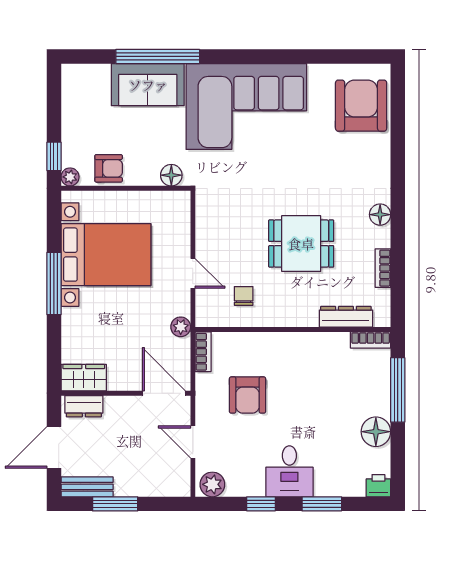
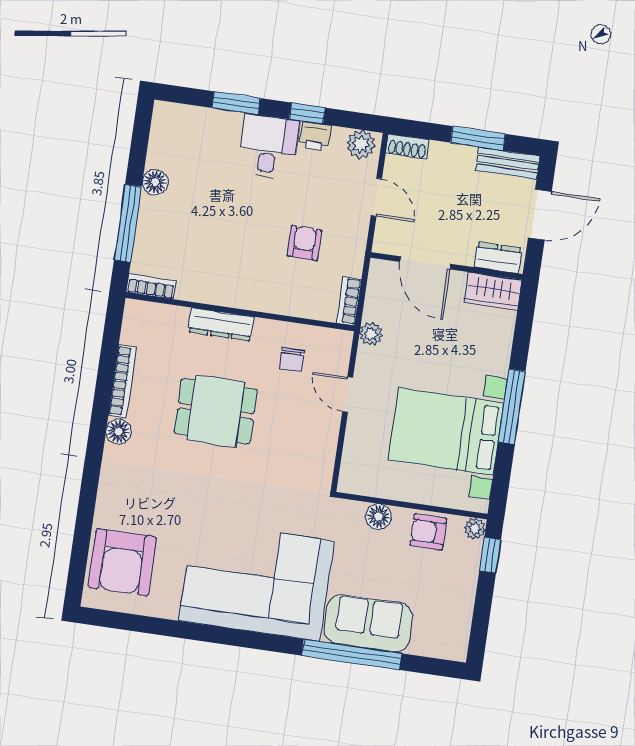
floor lamp: (171, 175) -> (379, 517), moved
bookcase: (383, 268) -> (122, 381), width x1.56
dresser: (346, 317) -> (221, 324), moved
door: (164, 393) -> (425, 263), moved
armchair: (247, 395) -> (304, 243), width x0.72, depth x0.72
floor lamp: (376, 432) -> (155, 182), width x0.73, depth x0.73
printer: (378, 486) -> (315, 136), moved
shoe rack: (173, 488) -> (407, 146), added

